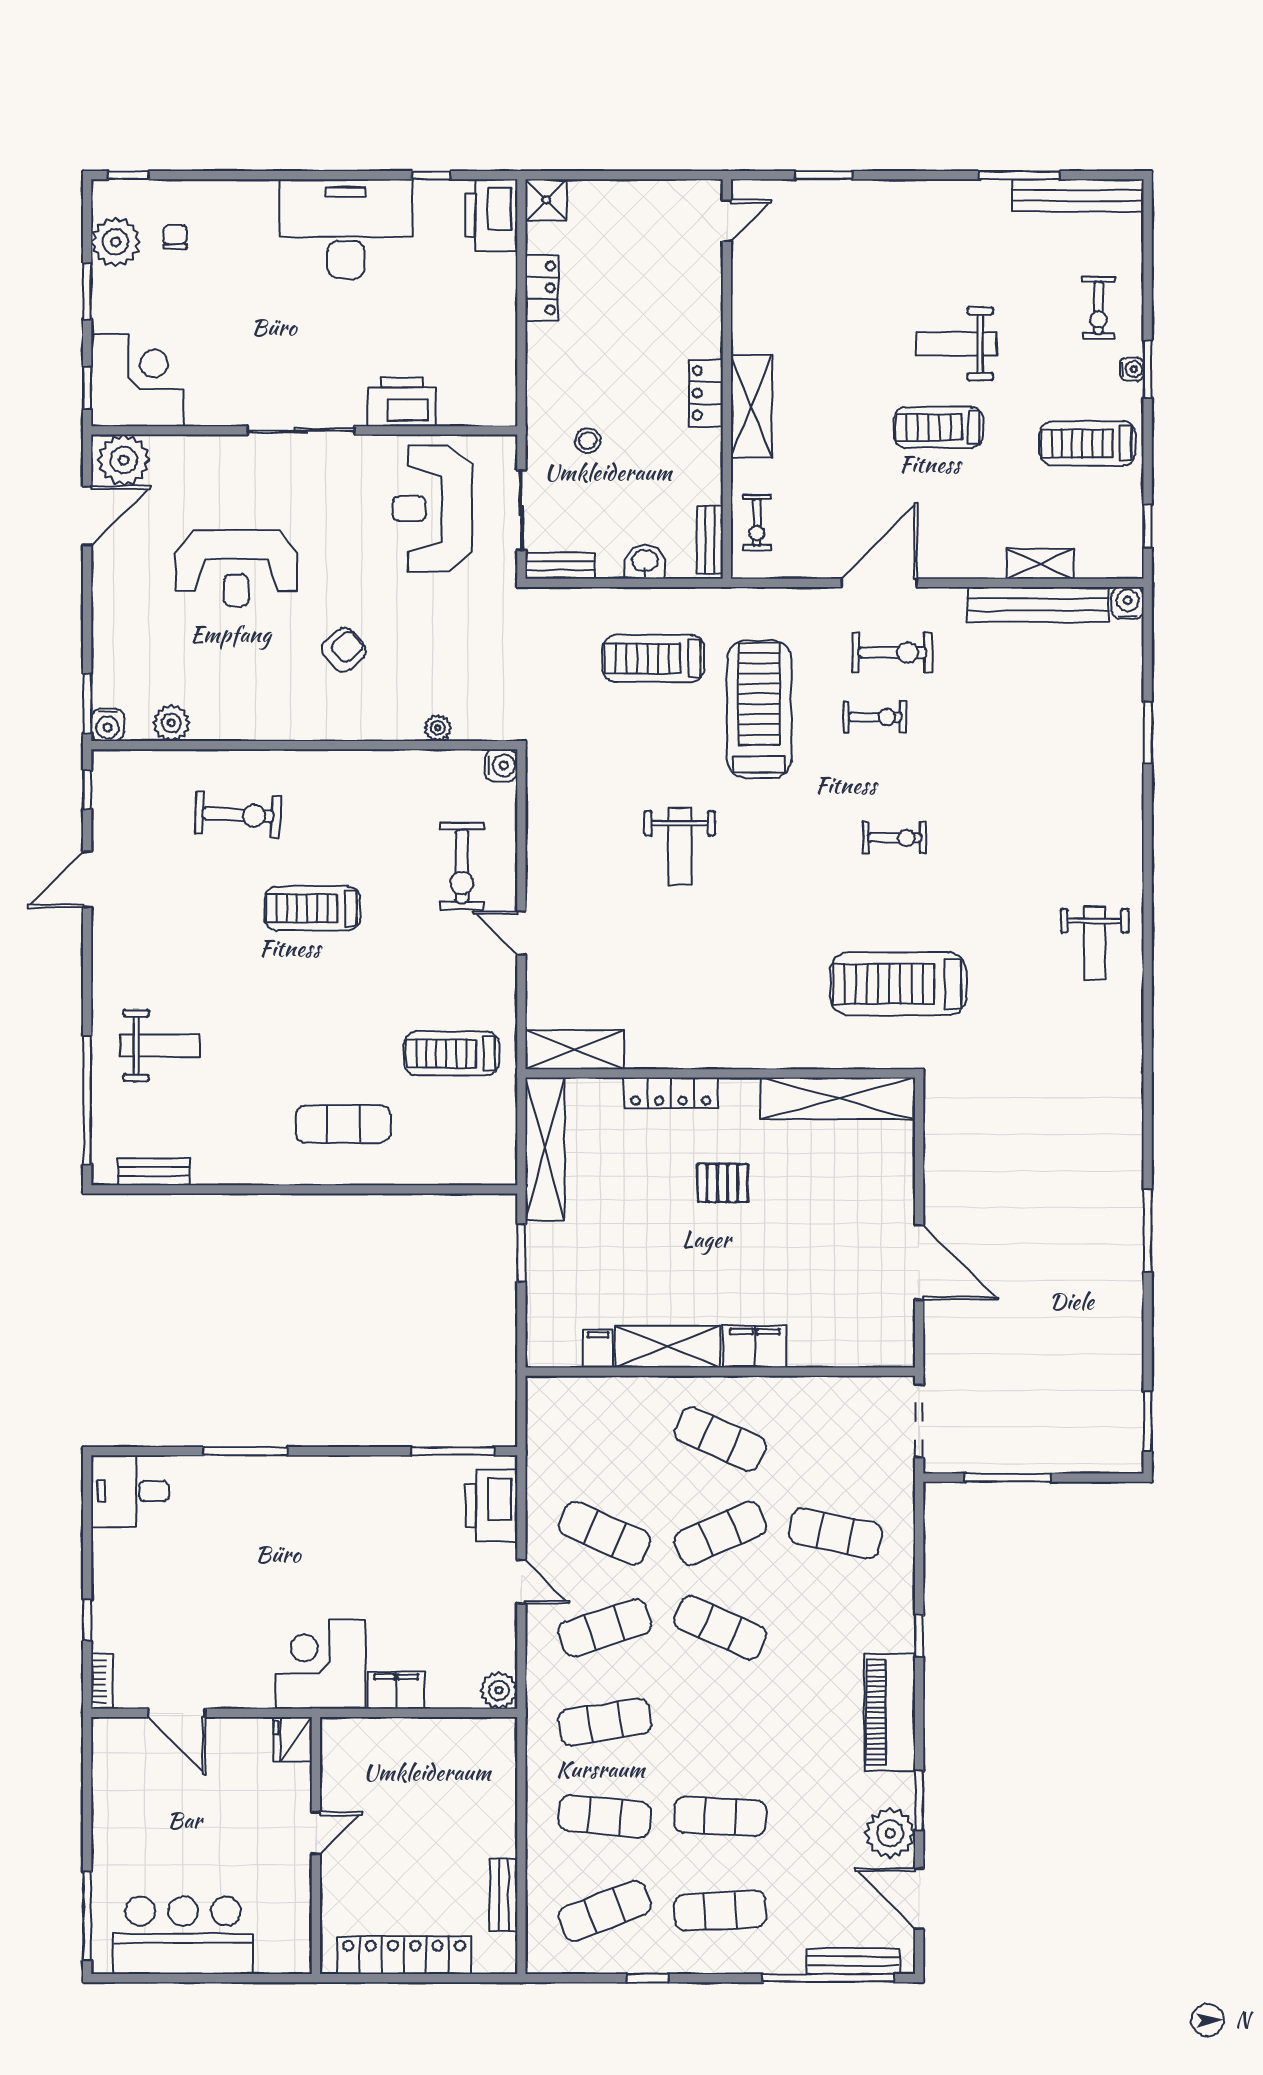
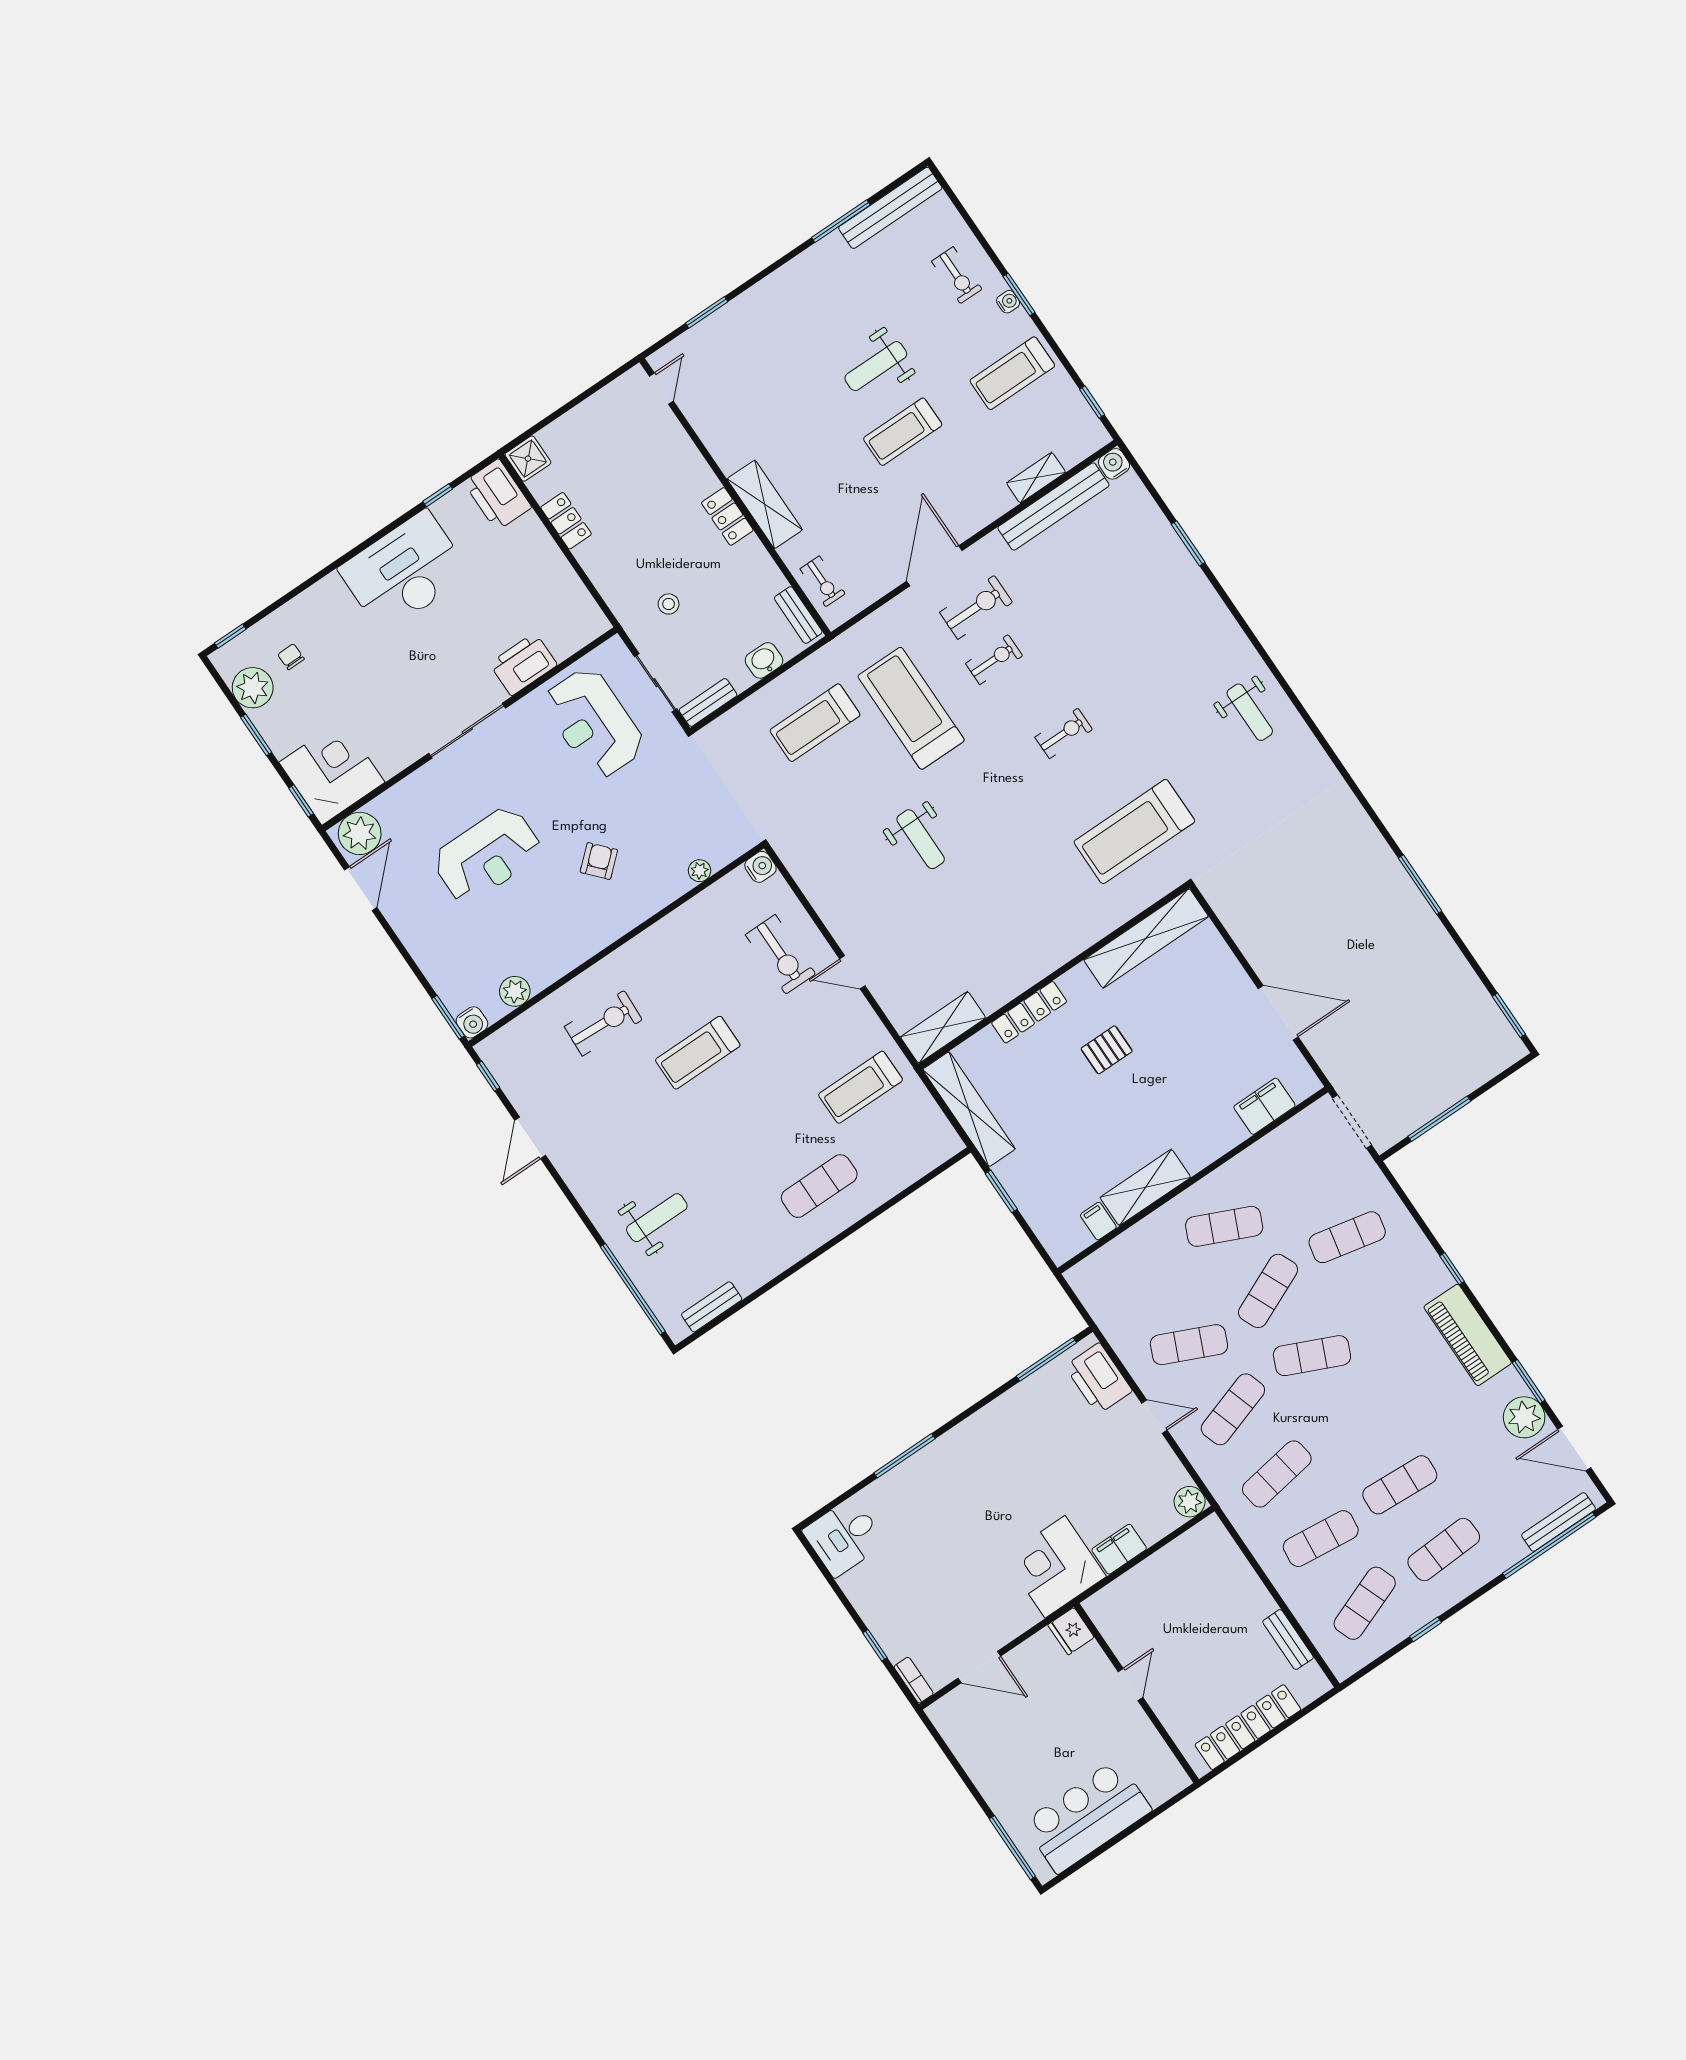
filing cabinet: (755, 1346) -> (1264, 1106), moved

